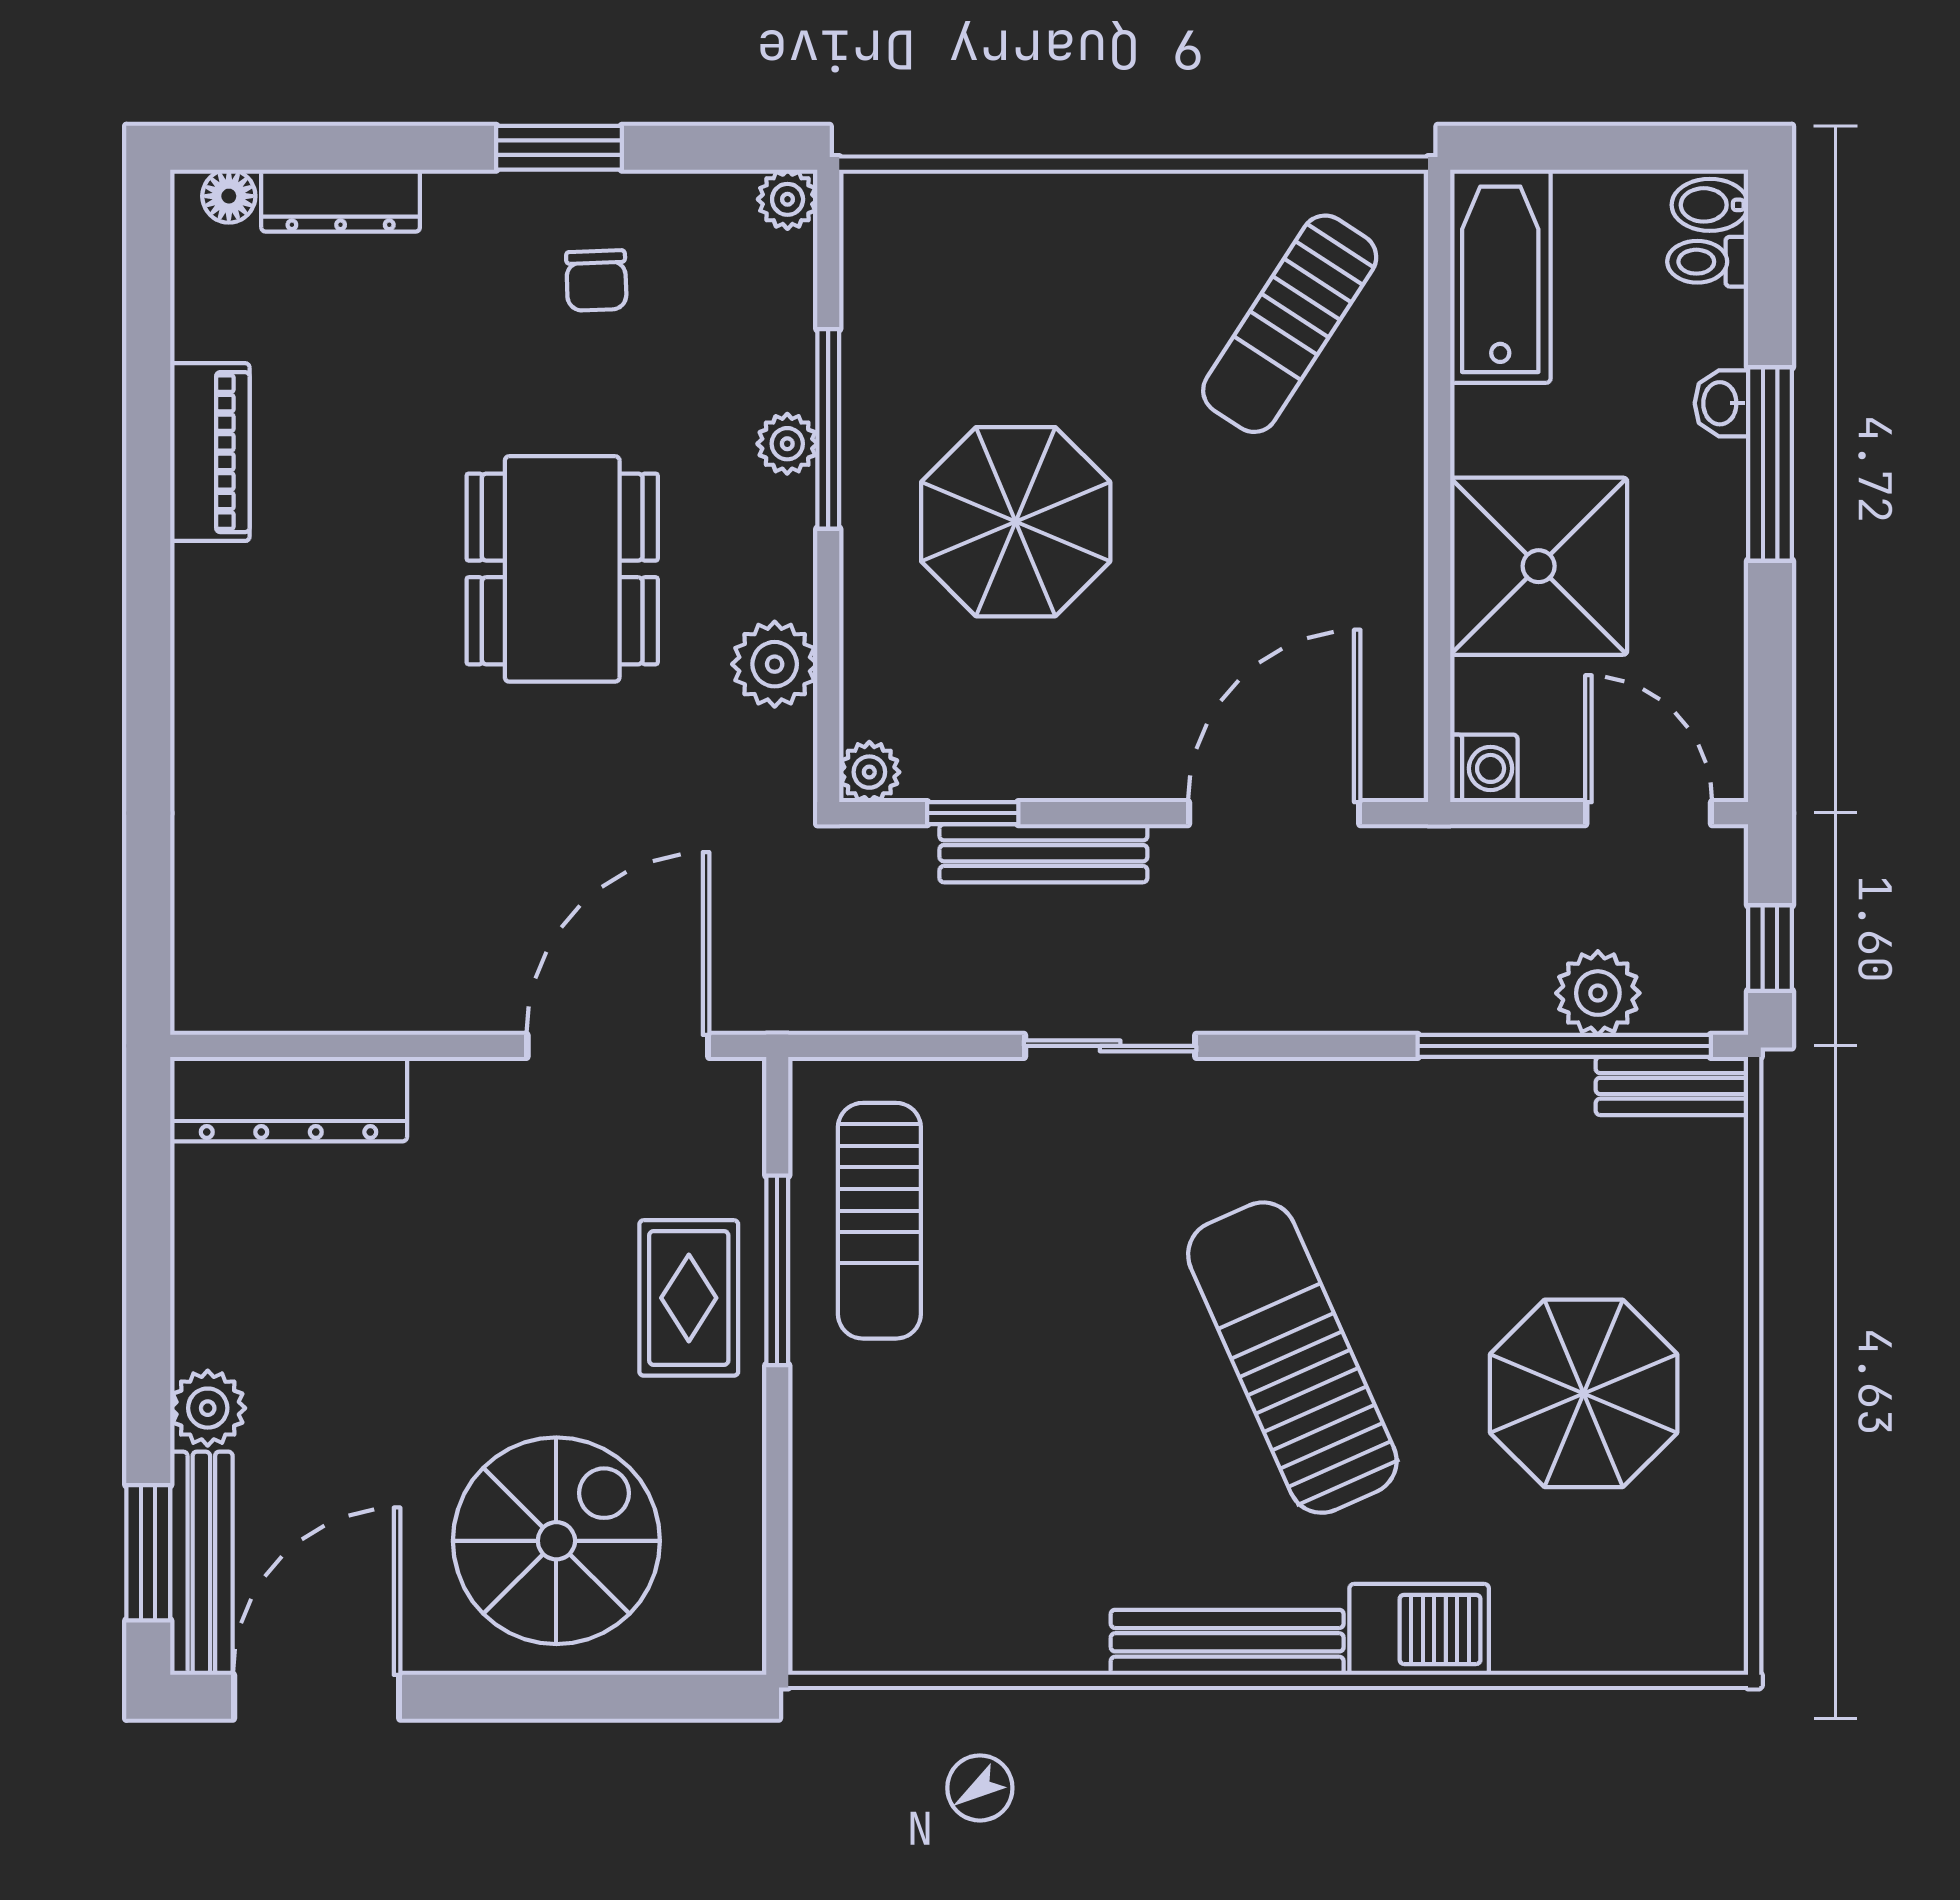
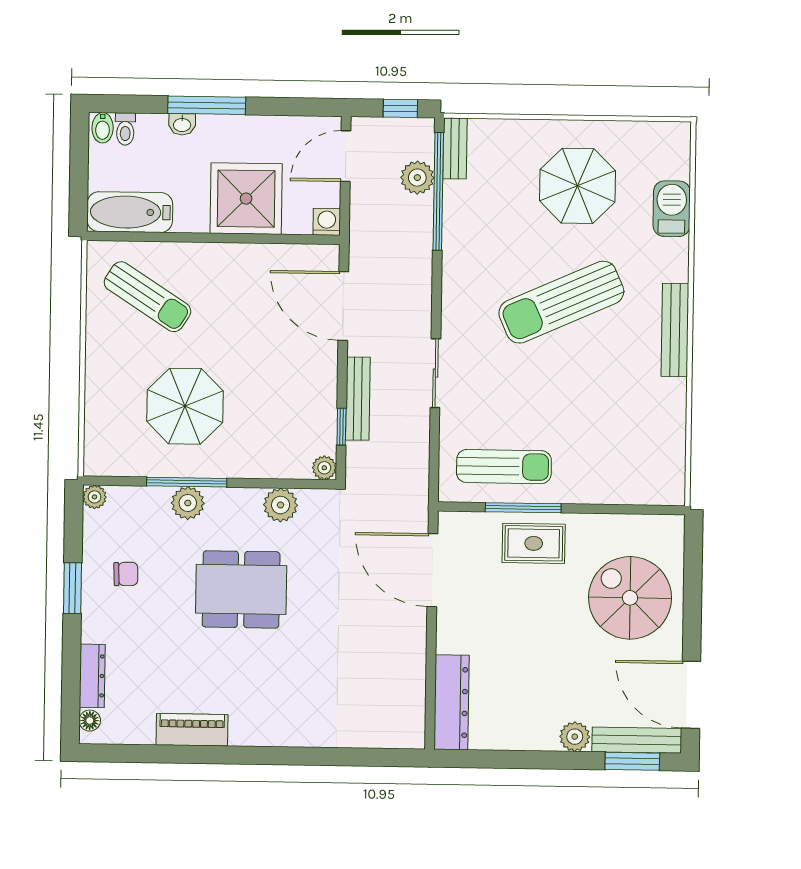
plant: (787, 444) -> (188, 503), width x1.38, depth x1.38
parasol: (1016, 522) -> (185, 406), moved
barbecue: (1419, 1629) -> (672, 209), moved

